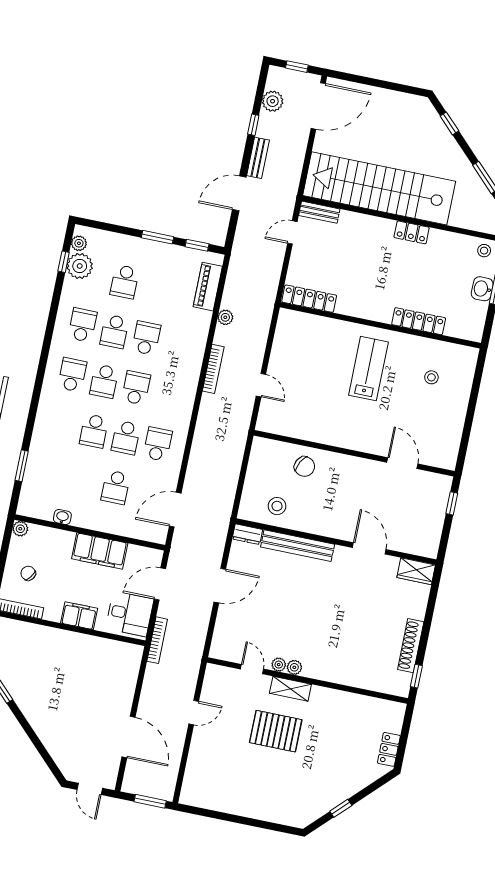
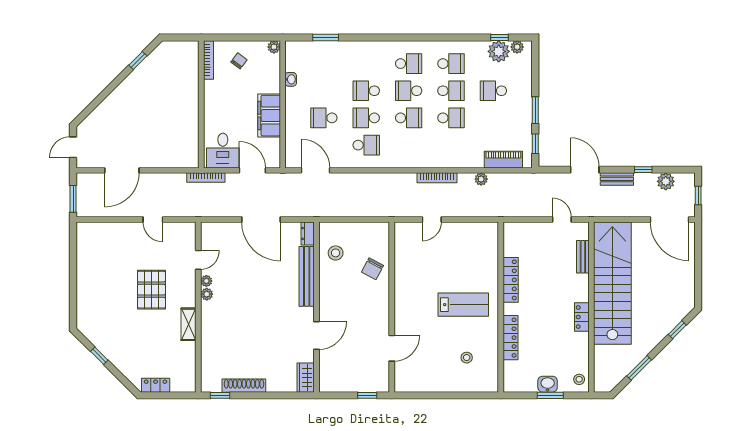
bench: (319, 212) -> (583, 257), moved
locker: (309, 299) -> (511, 280), moved
school desk: (114, 331) -> (451, 91), turned 180
door: (220, 586) -> (261, 220), width x1.36
filing cabinet: (79, 616) -> (213, 110), removed
shelving: (290, 689) -> (189, 324), moved

